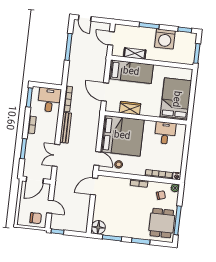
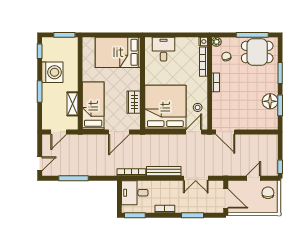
desk: (165, 133) -> (164, 49), moved, turned 90
floor lamp: (98, 227) -> (270, 101), moved

